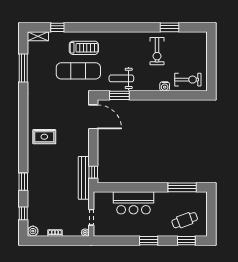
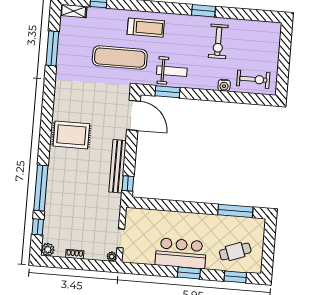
window: (169, 27) -> (203, 11), moved
treadmill: (84, 48) -> (146, 28), moved
weight bench: (121, 78) -> (172, 71), turned 180
rug: (44, 137) -> (71, 135), width x1.36, depth x1.43
bench: (84, 178) -> (118, 166), moved
window: (23, 182) -> (41, 188), width x2.11
bar counter: (134, 203) -> (181, 253), moved, turned 180

